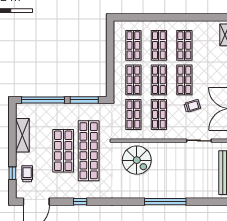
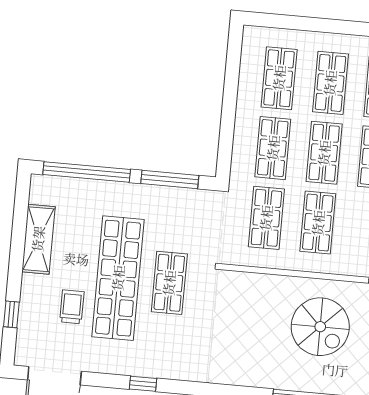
shop shelf: (63, 151) -> (118, 278), width x1.40
shop shelf: (89, 151) -> (169, 283), width x0.50, depth x0.74
spiral stairs: (137, 160) -> (320, 327), moved
trolley: (27, 174) -> (72, 307), moved

